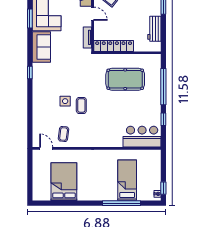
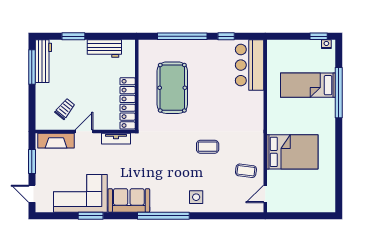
window: (30, 73) -> (163, 216), width x3.17
side table: (65, 101) -> (196, 197), moved
bed: (64, 182) -> (292, 152), moved, turned 180

